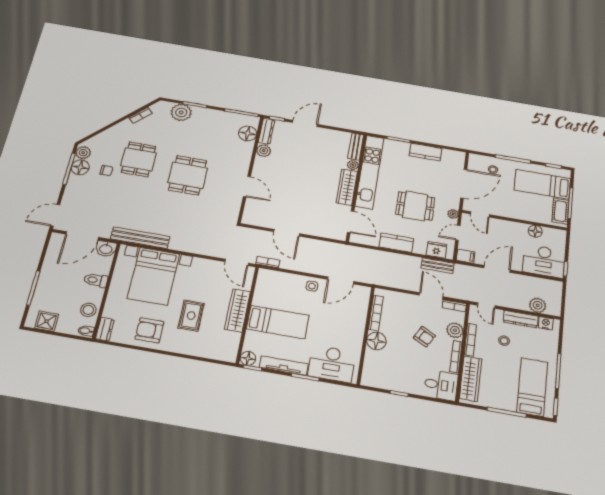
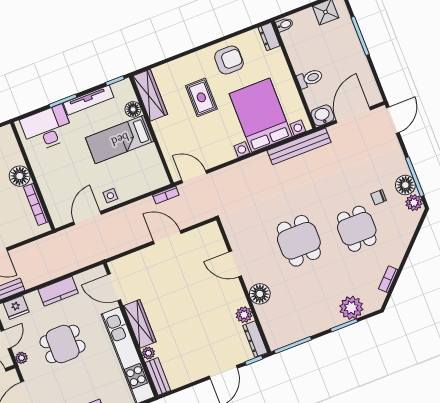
floor lamp: (248, 133) -> (260, 294), moved
stool: (88, 310) -> (296, 46), removed
wardrobe: (237, 310) -> (150, 95), moved
floor lamp: (248, 358) -> (133, 109), moved

